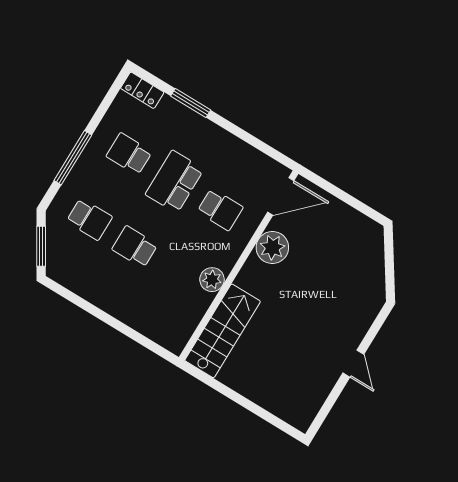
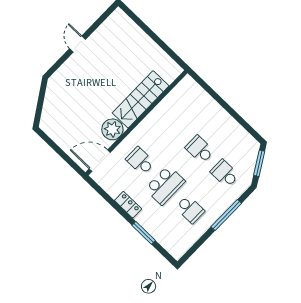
locker: (142, 90) -> (128, 205), moved
school desk: (135, 247) -> (200, 149), turned 180
plant: (212, 280) -> (155, 118), removed
stairs: (223, 331) -> (141, 99), moved

